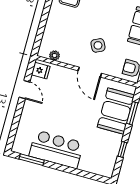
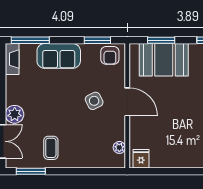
door: (90, 72) -> (127, 102), hinge flipped
door: (25, 90) -> (168, 171), removed

